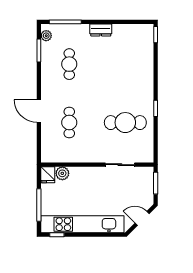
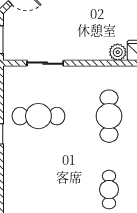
cafe table: (69, 123) -> (109, 116), width x1.37, depth x1.35

